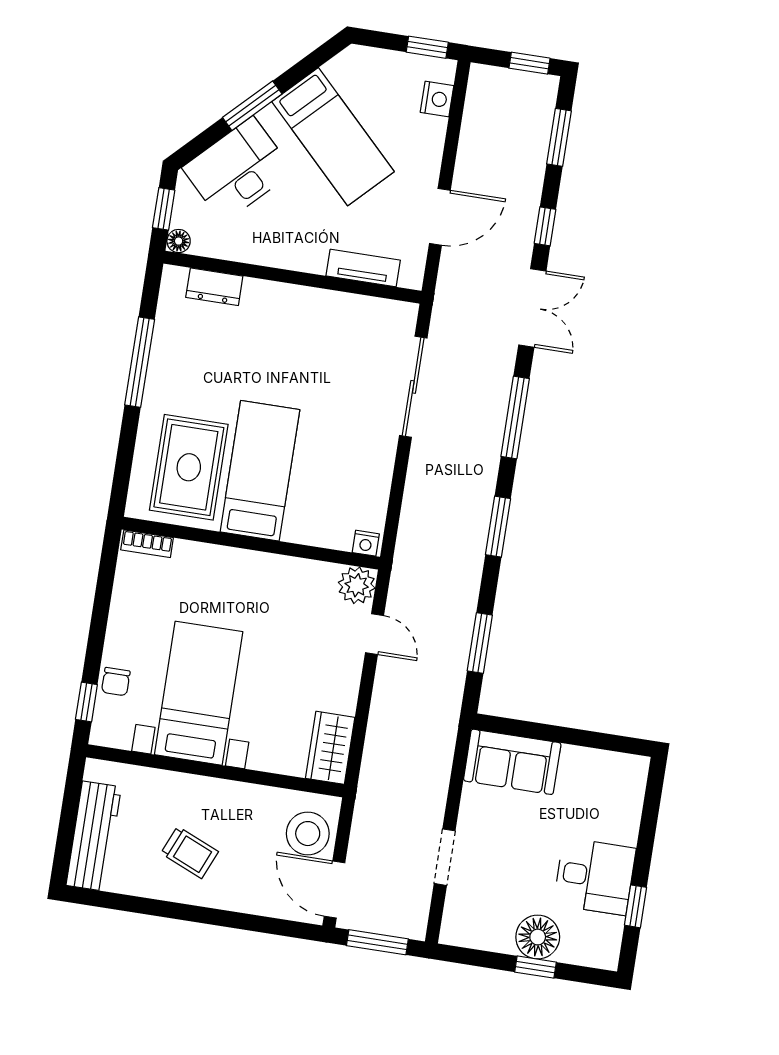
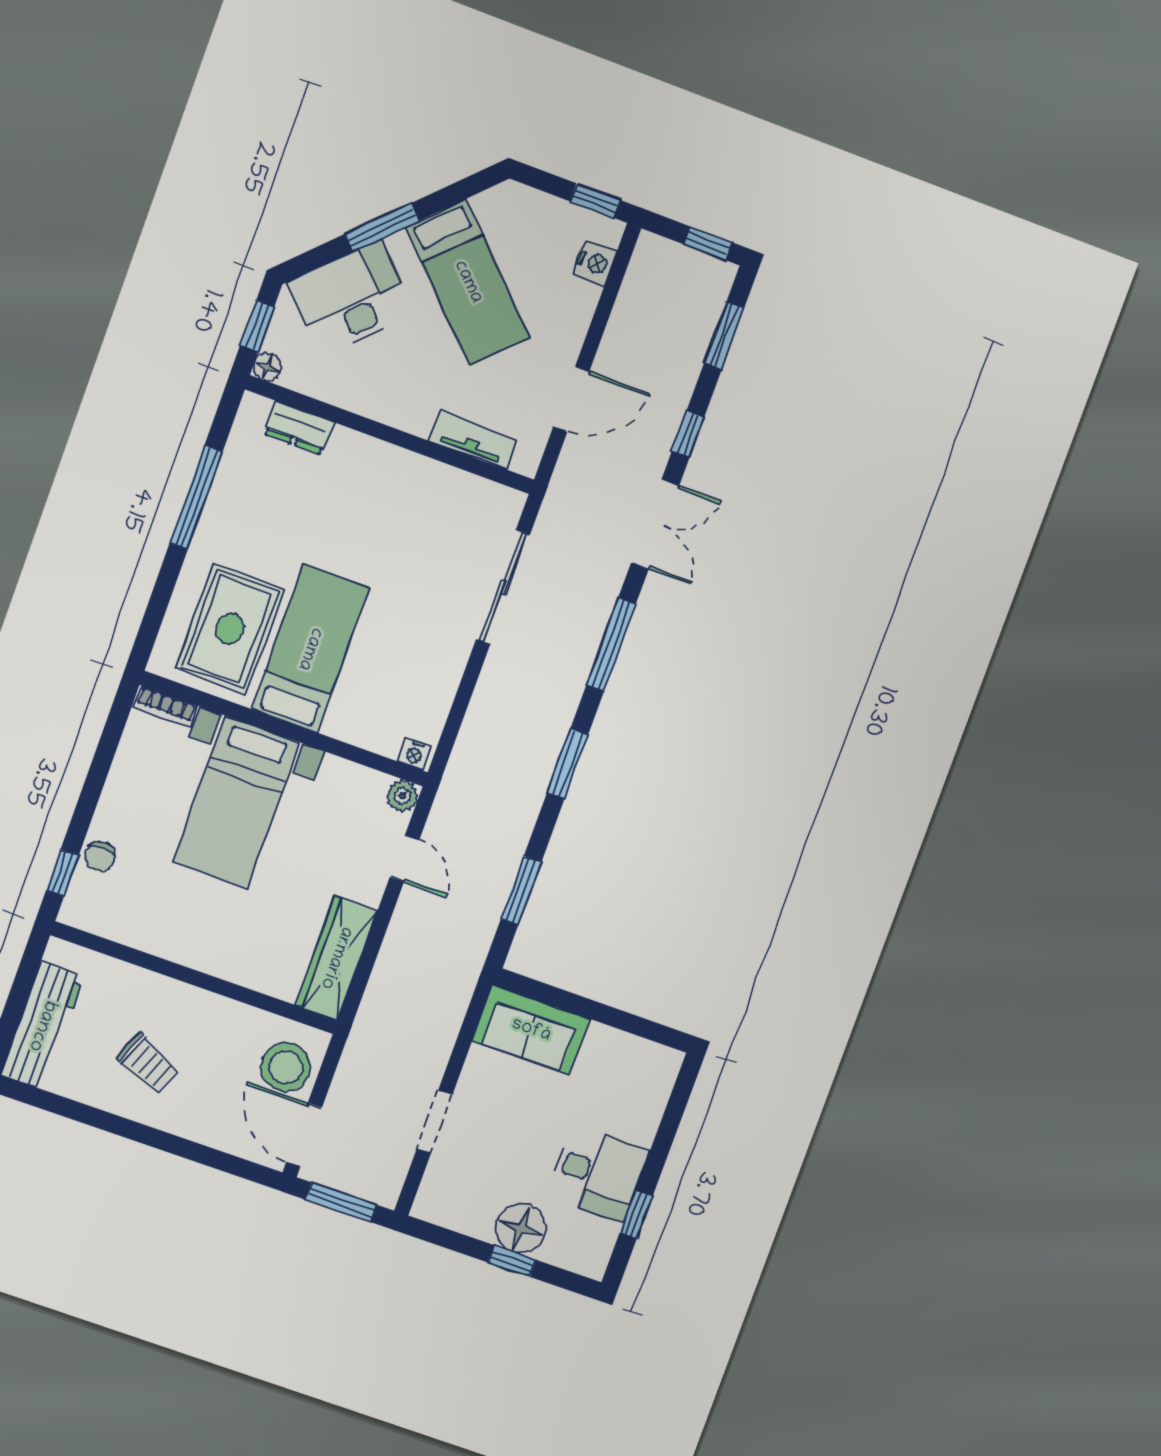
plant: (357, 585) -> (403, 796), width x0.73, depth x0.73
bed with nightstands: (199, 693) -> (236, 802), moved, turned 180
wardrobe: (330, 748) -> (336, 958), width x1.50

